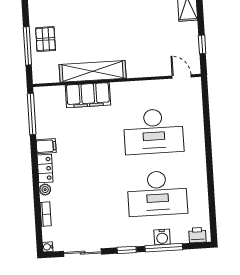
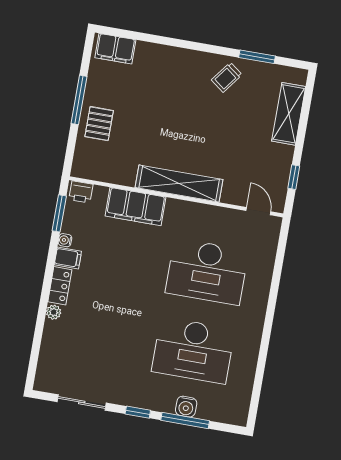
window: (27, 46) -> (79, 100), moved
shelving: (93, 71) -> (179, 184), moved
window: (32, 114) -> (59, 213), width x0.69
bookcase: (46, 214) -> (47, 343), removed
printer: (197, 235) -> (81, 192), moved, turned 180
water cooler: (48, 247) -> (65, 240), moved

